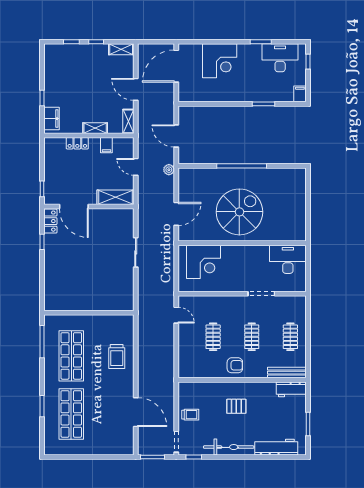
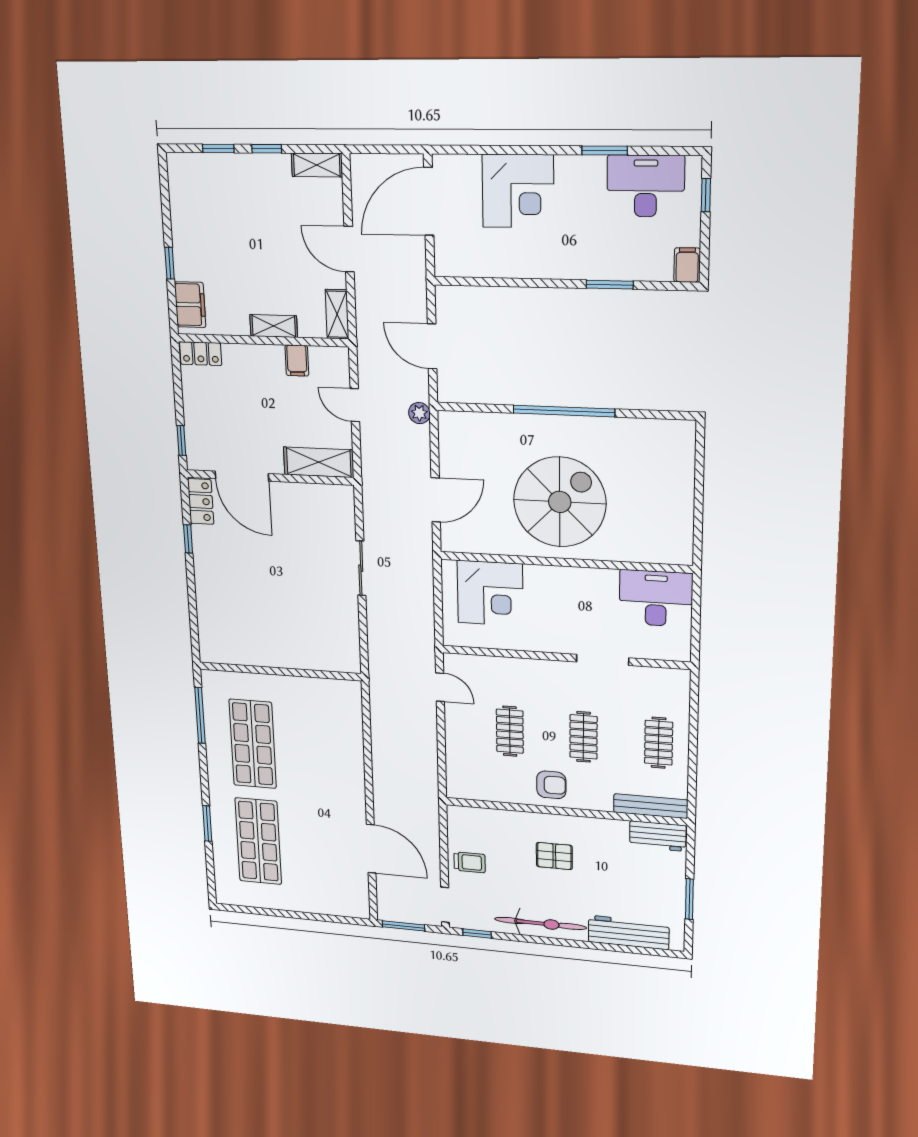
locker: (77, 143) -> (201, 354), moved
trolley: (117, 356) -> (333, 751), removed

